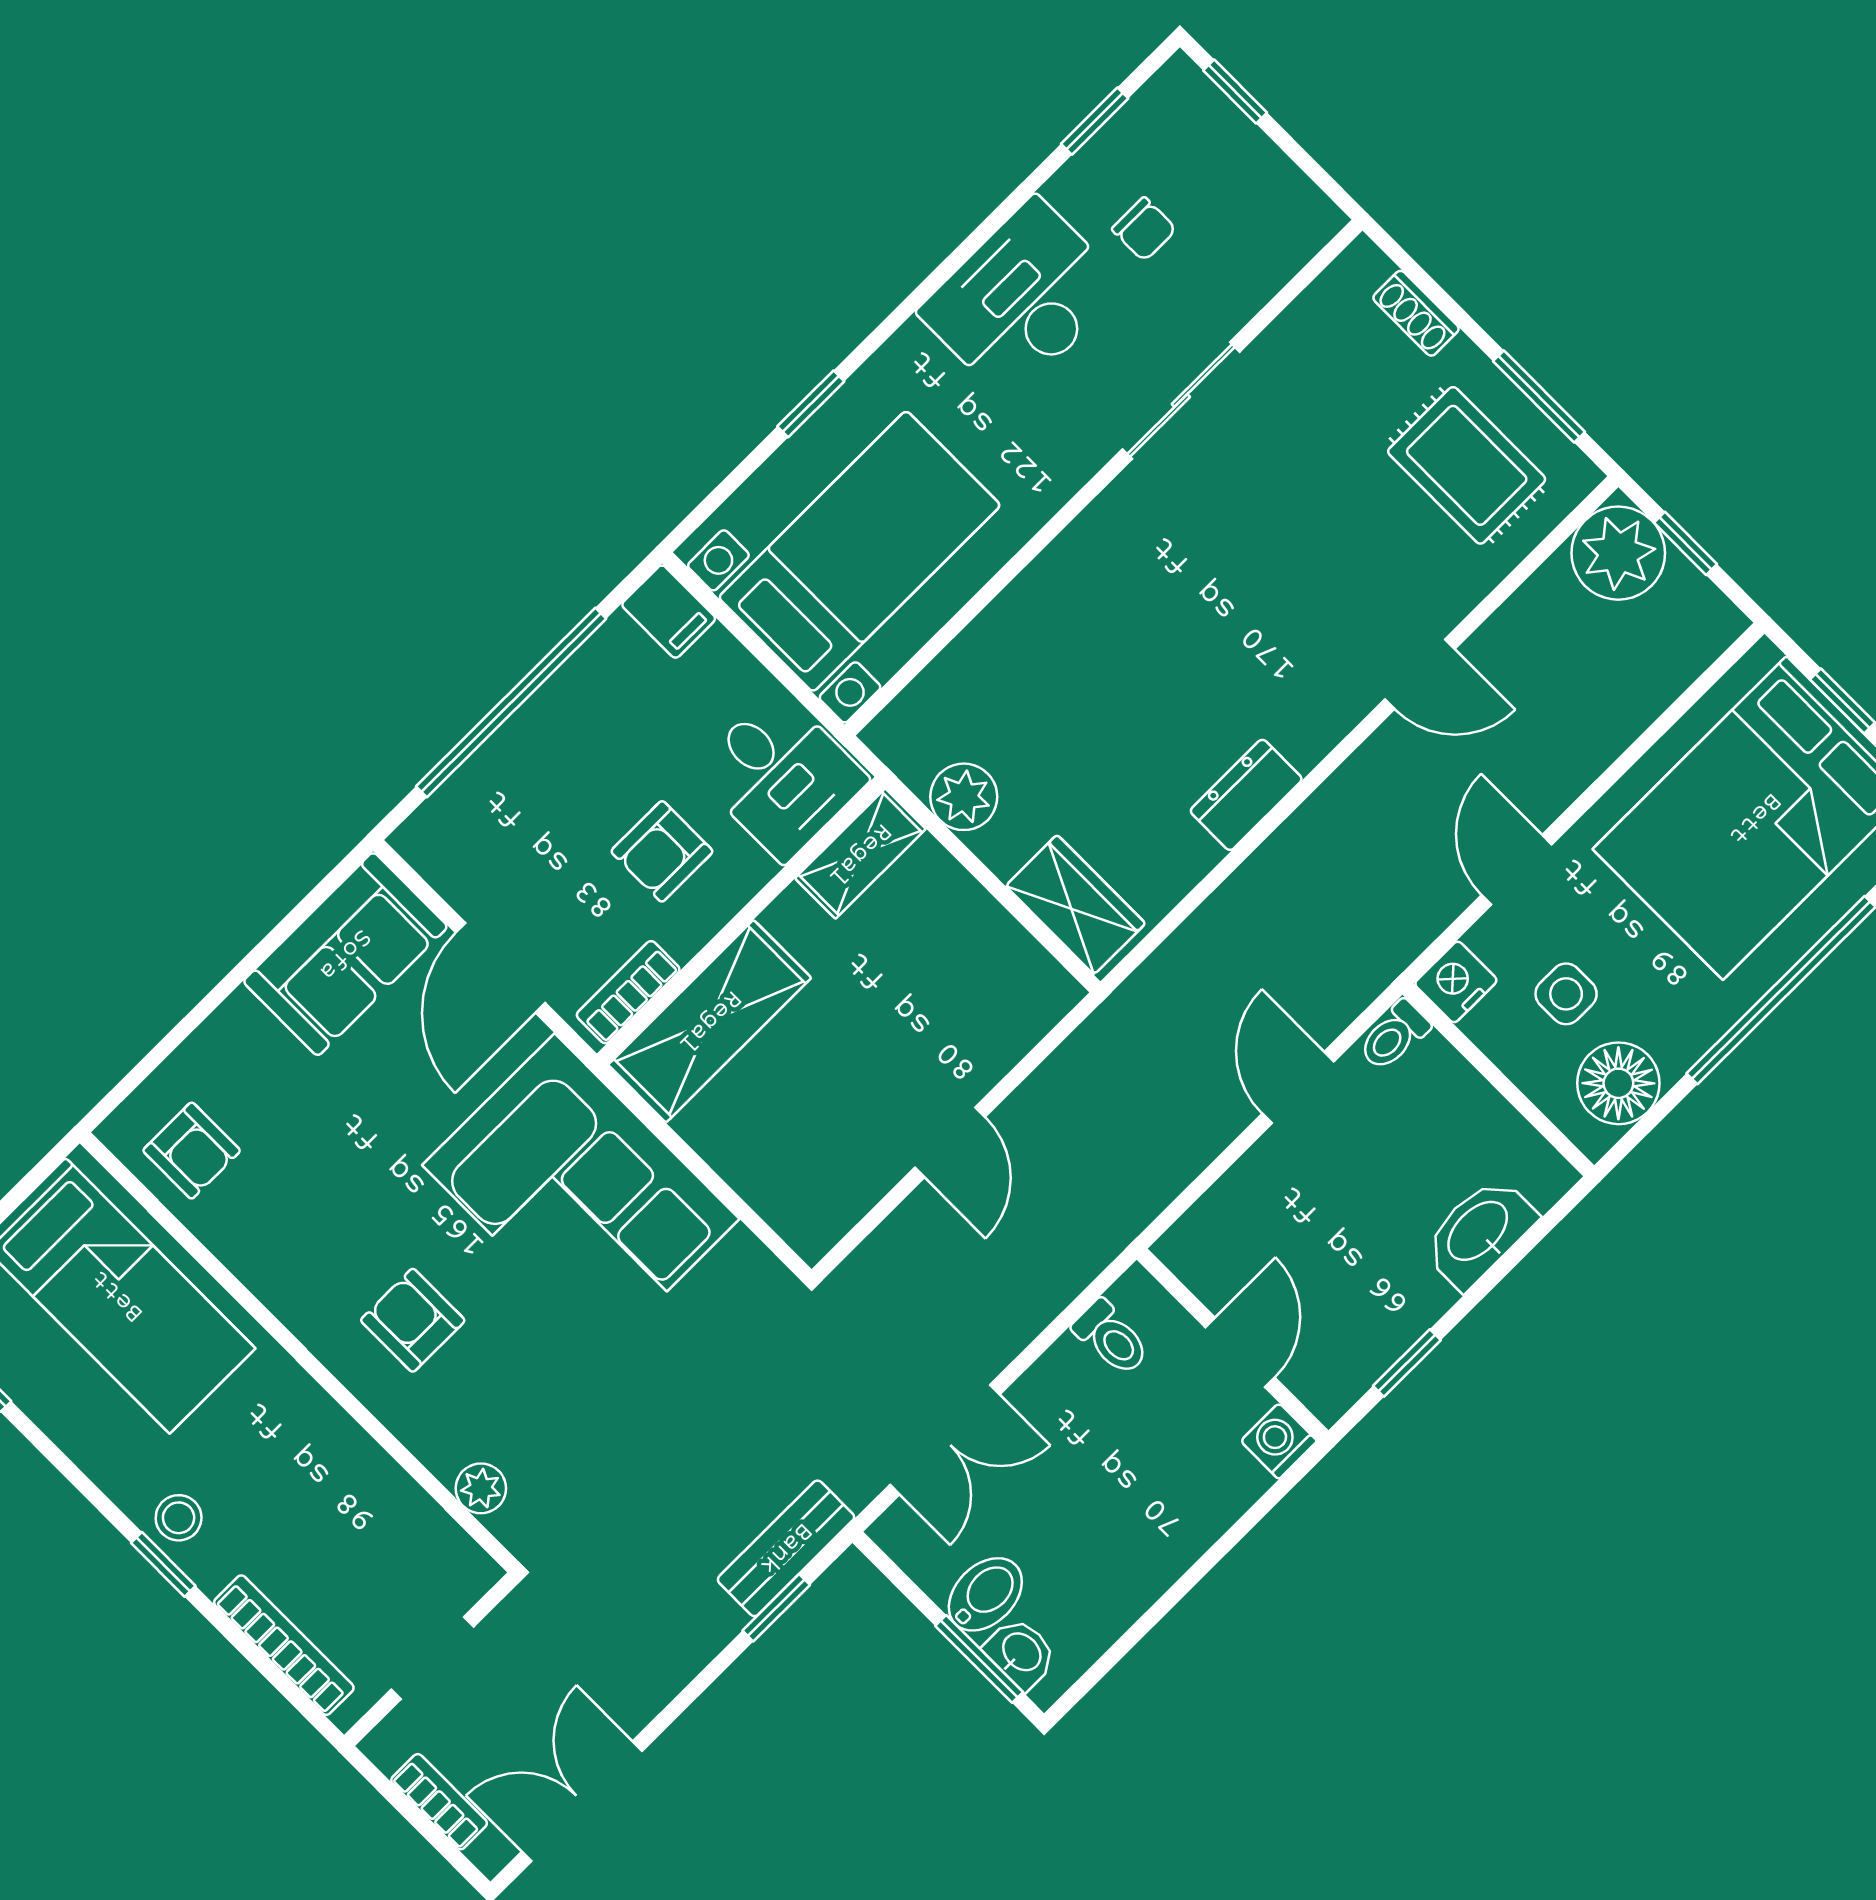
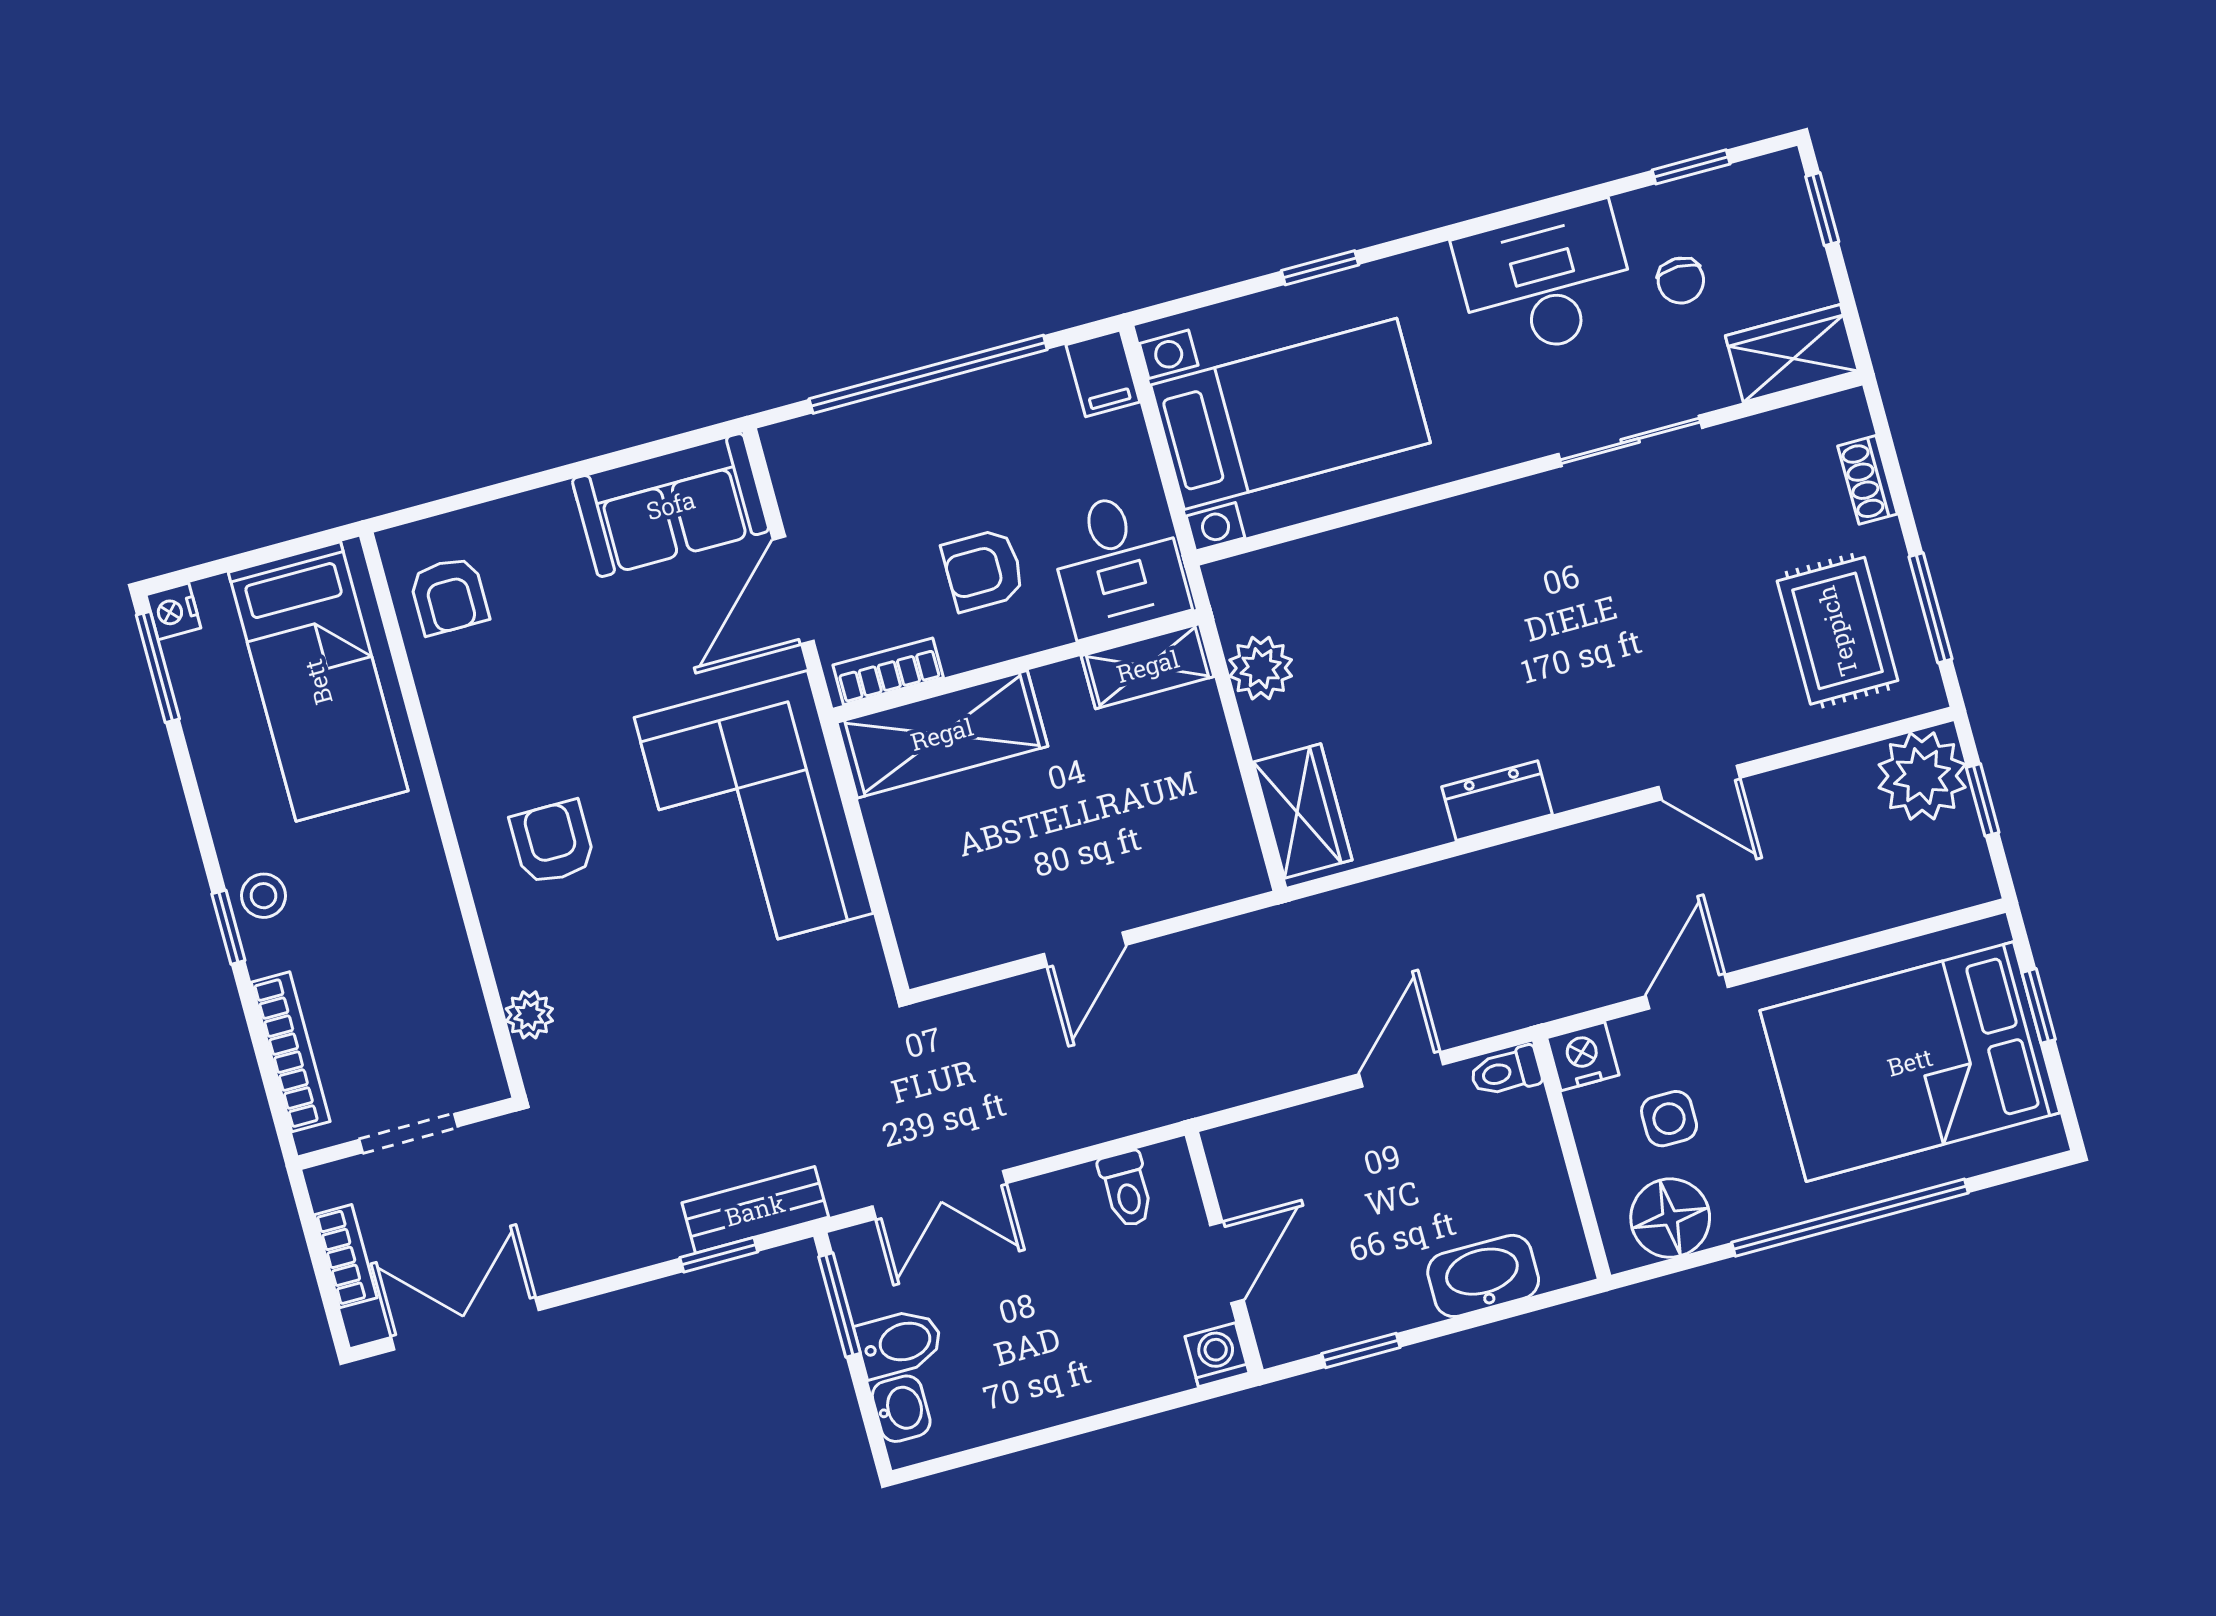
wardrobe: (1282, 238) -> (1792, 353), added
window: (979, 1659) -> (839, 1305), moved

